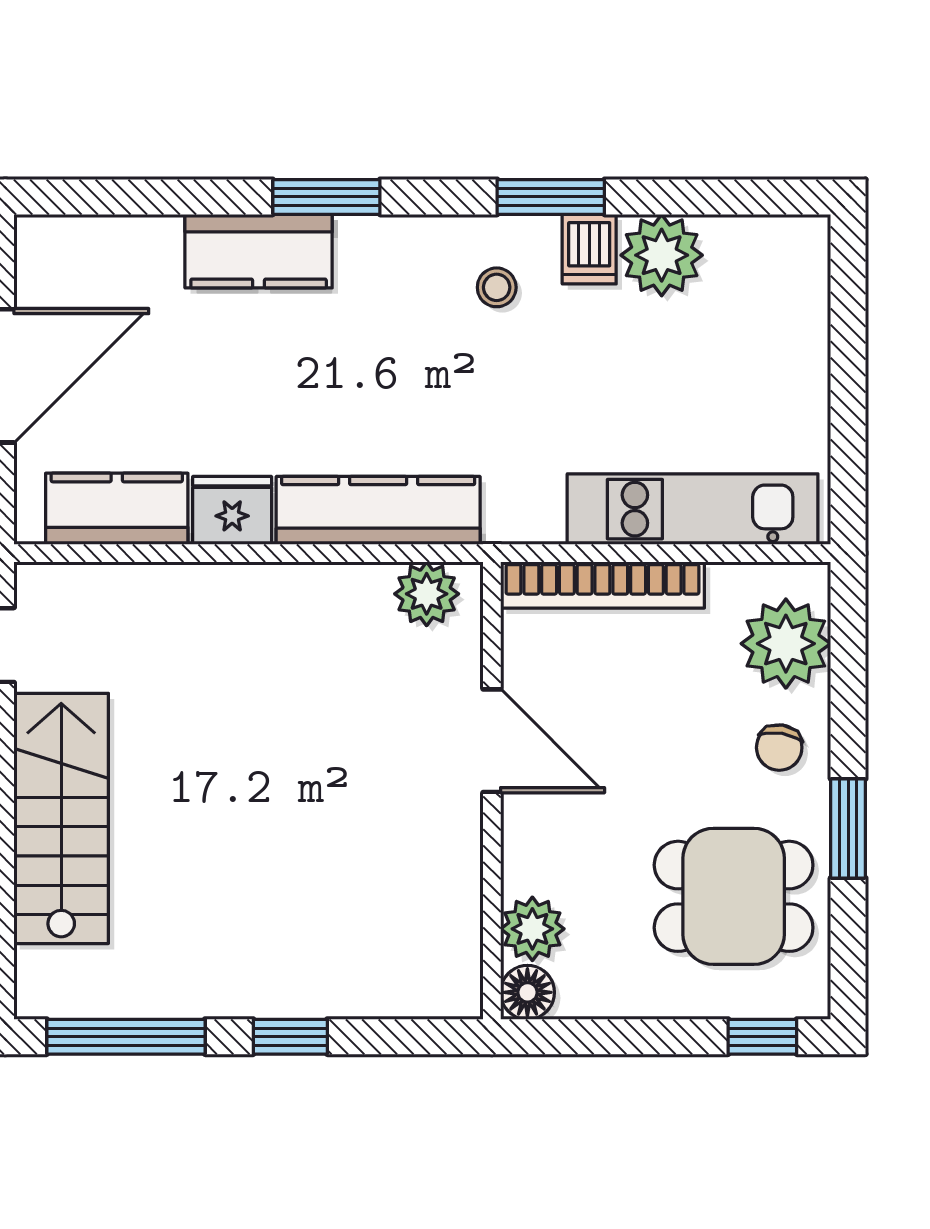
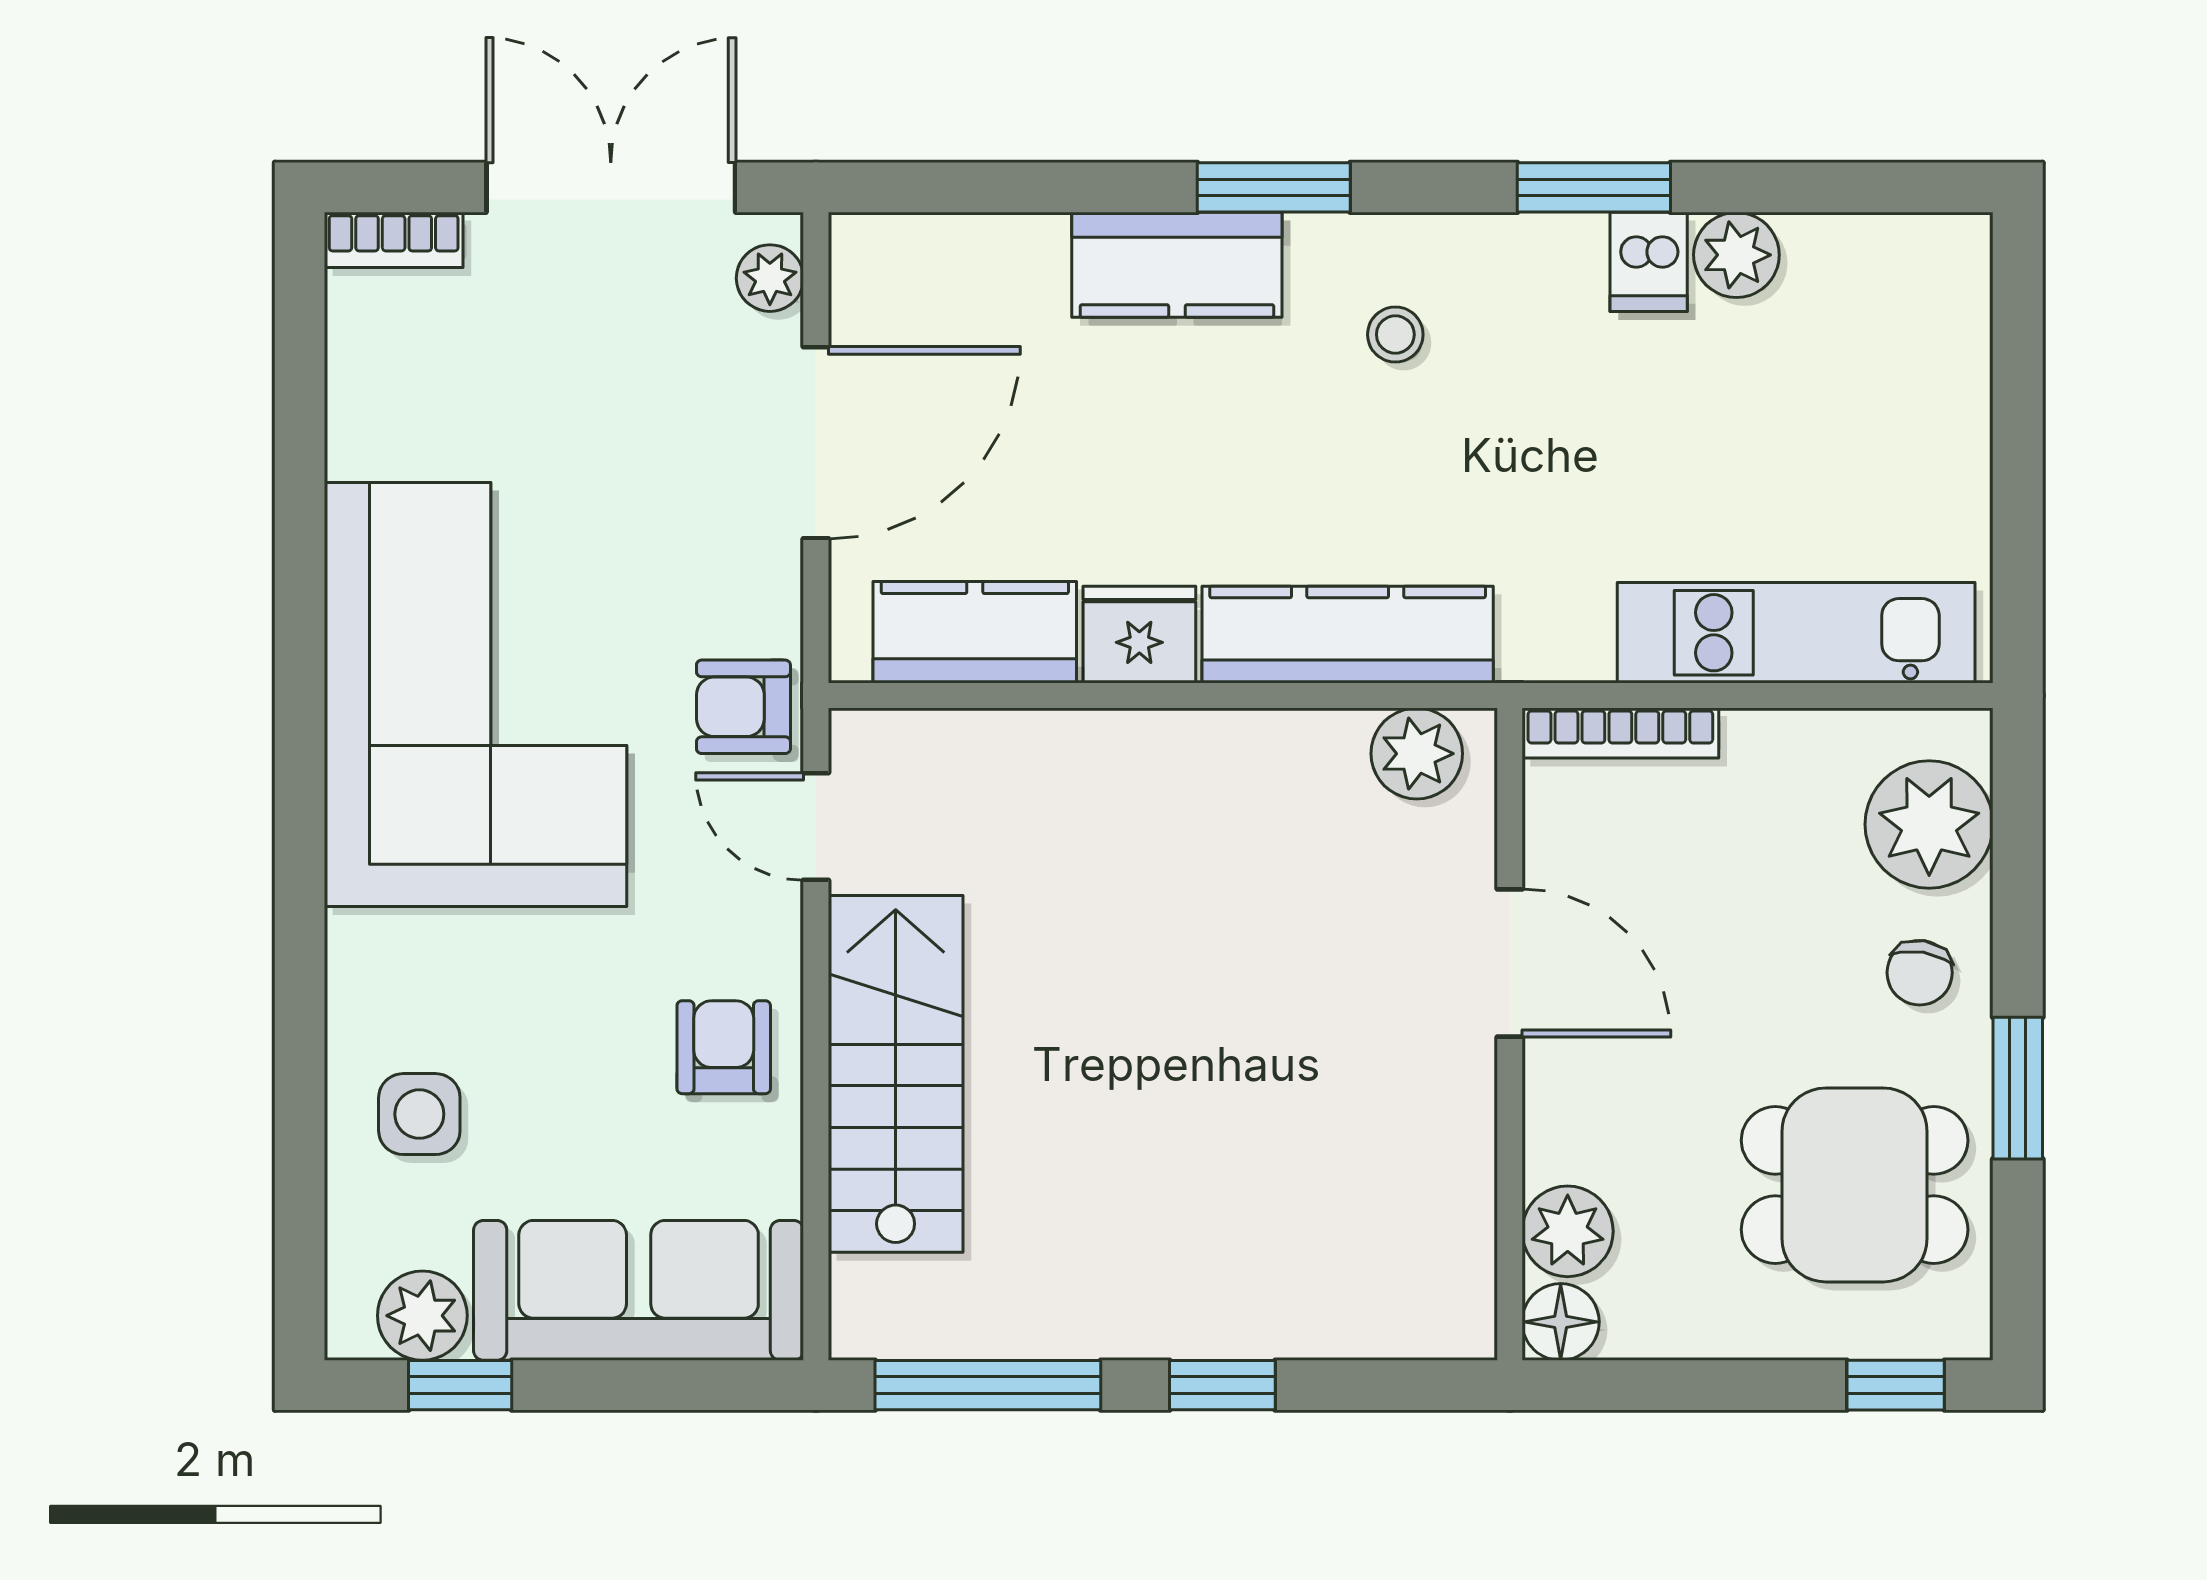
plant: (662, 255) -> (1736, 255), width x0.73, depth x0.73
stool: (497, 287) -> (1395, 335), moved
bookcase: (602, 585) -> (1620, 733), width x0.68, depth x0.76

